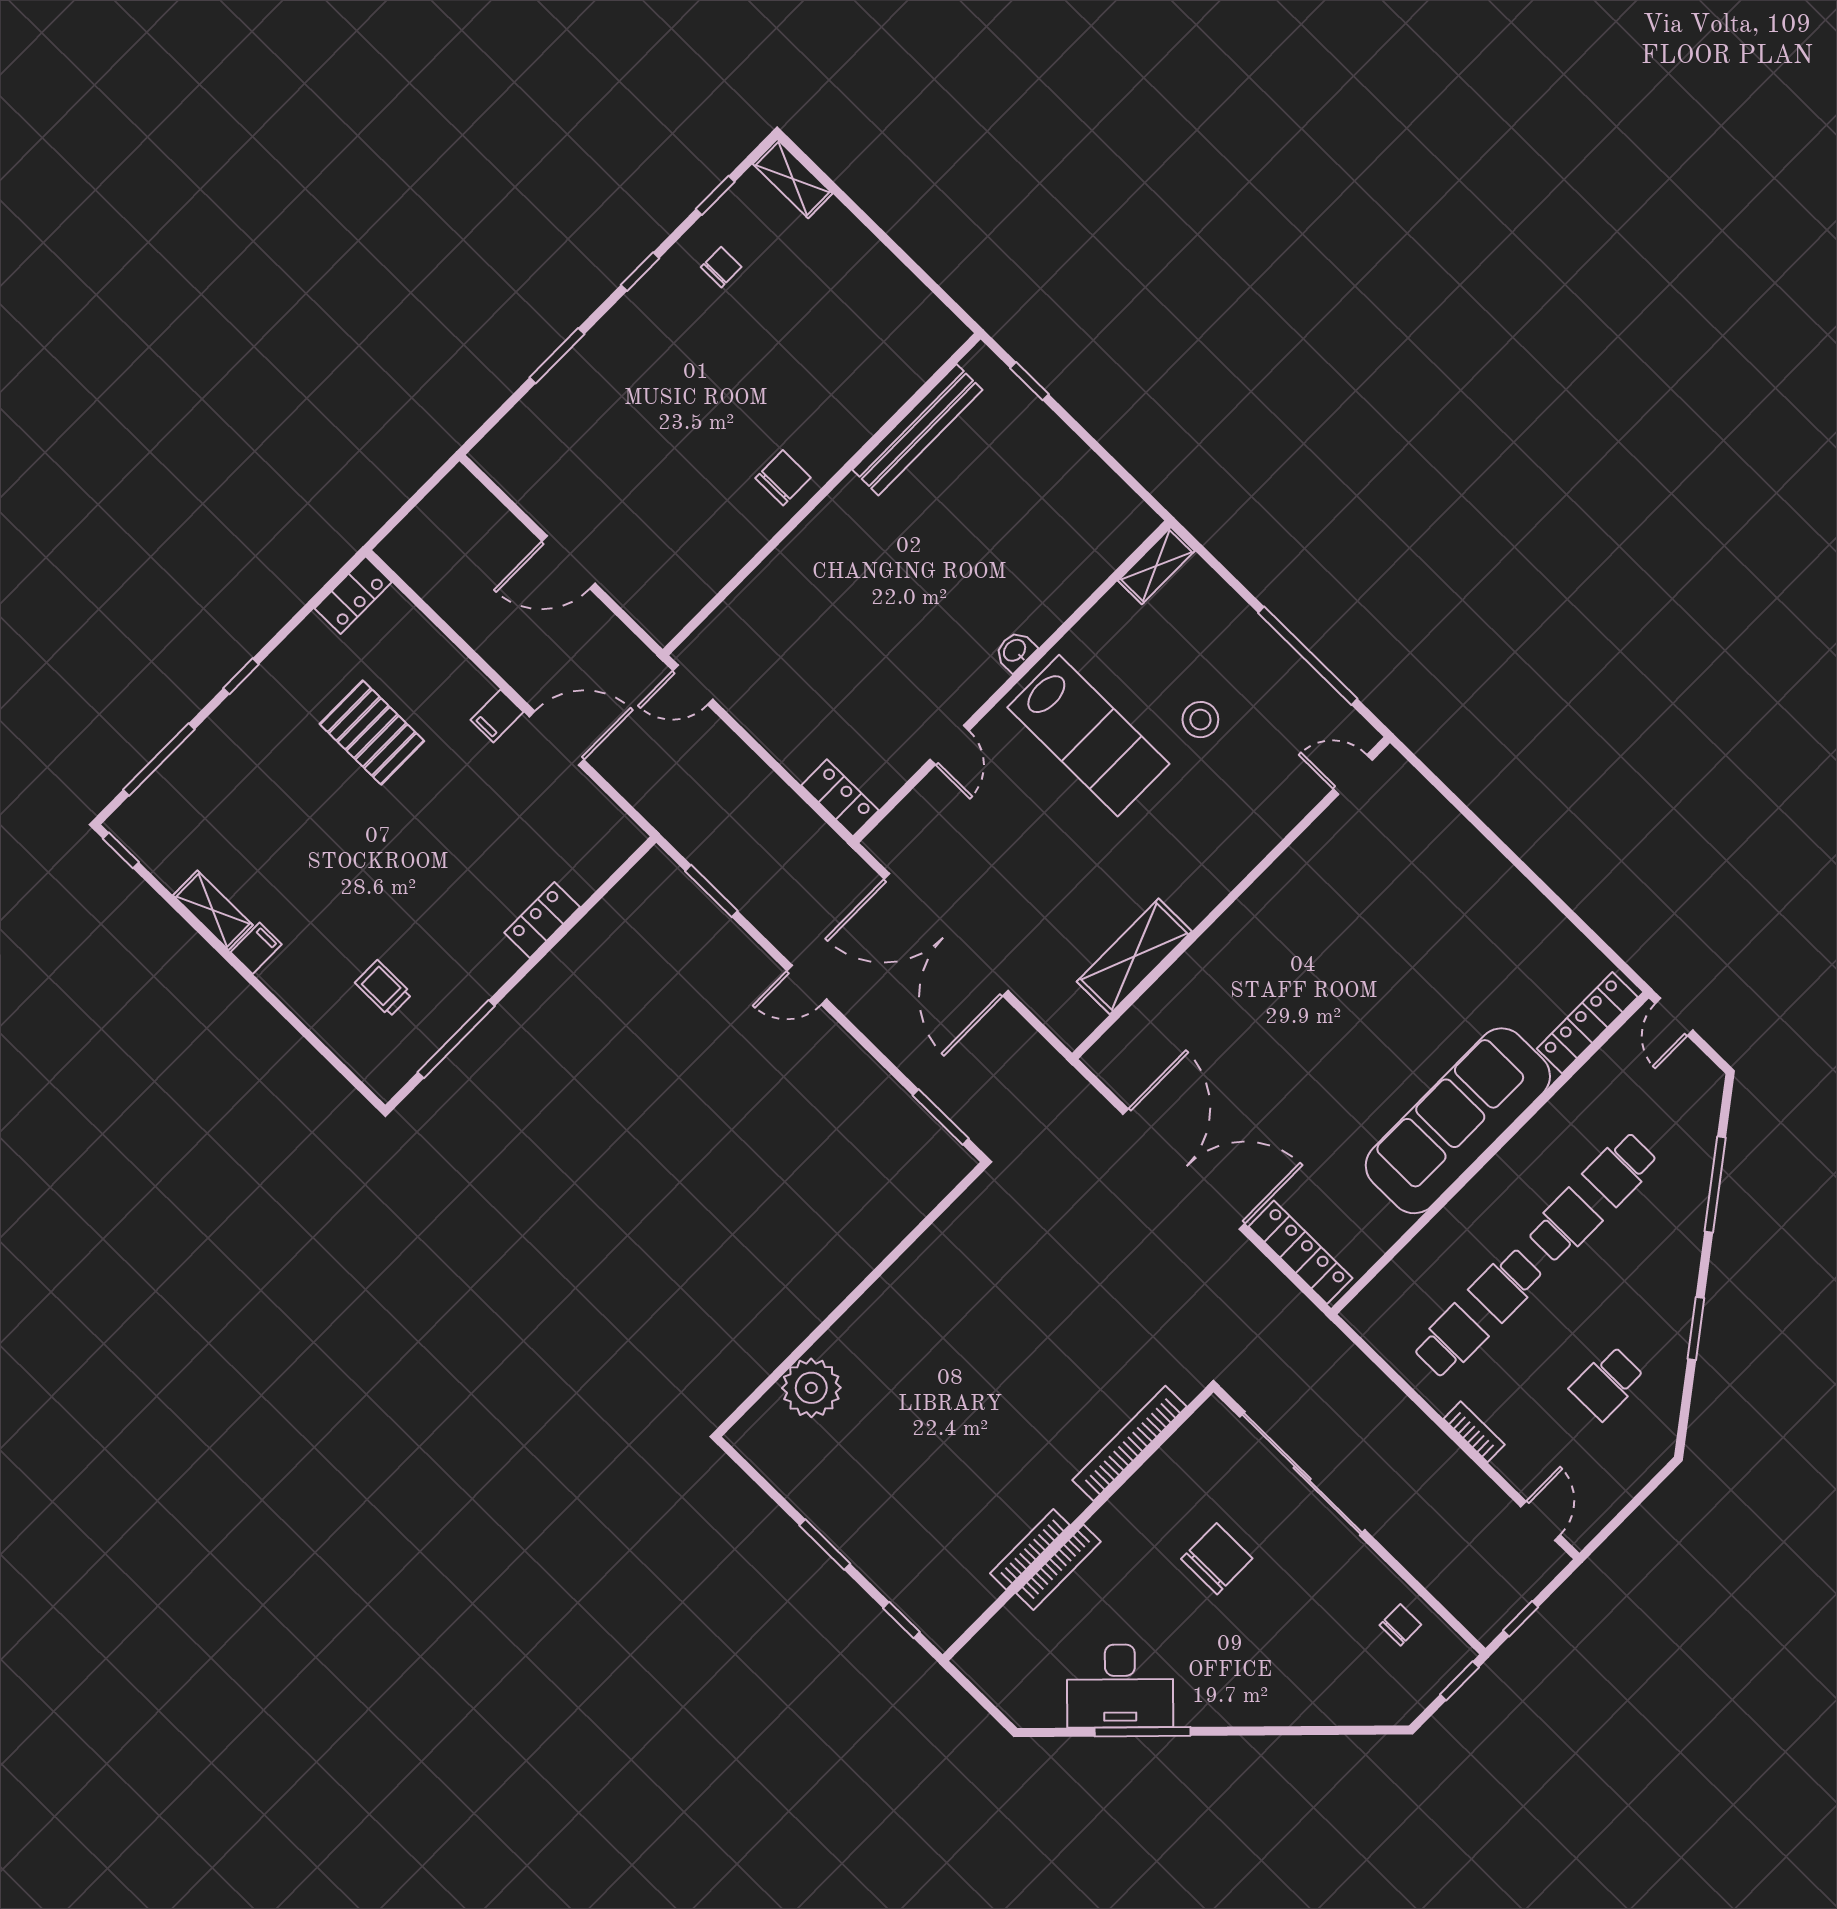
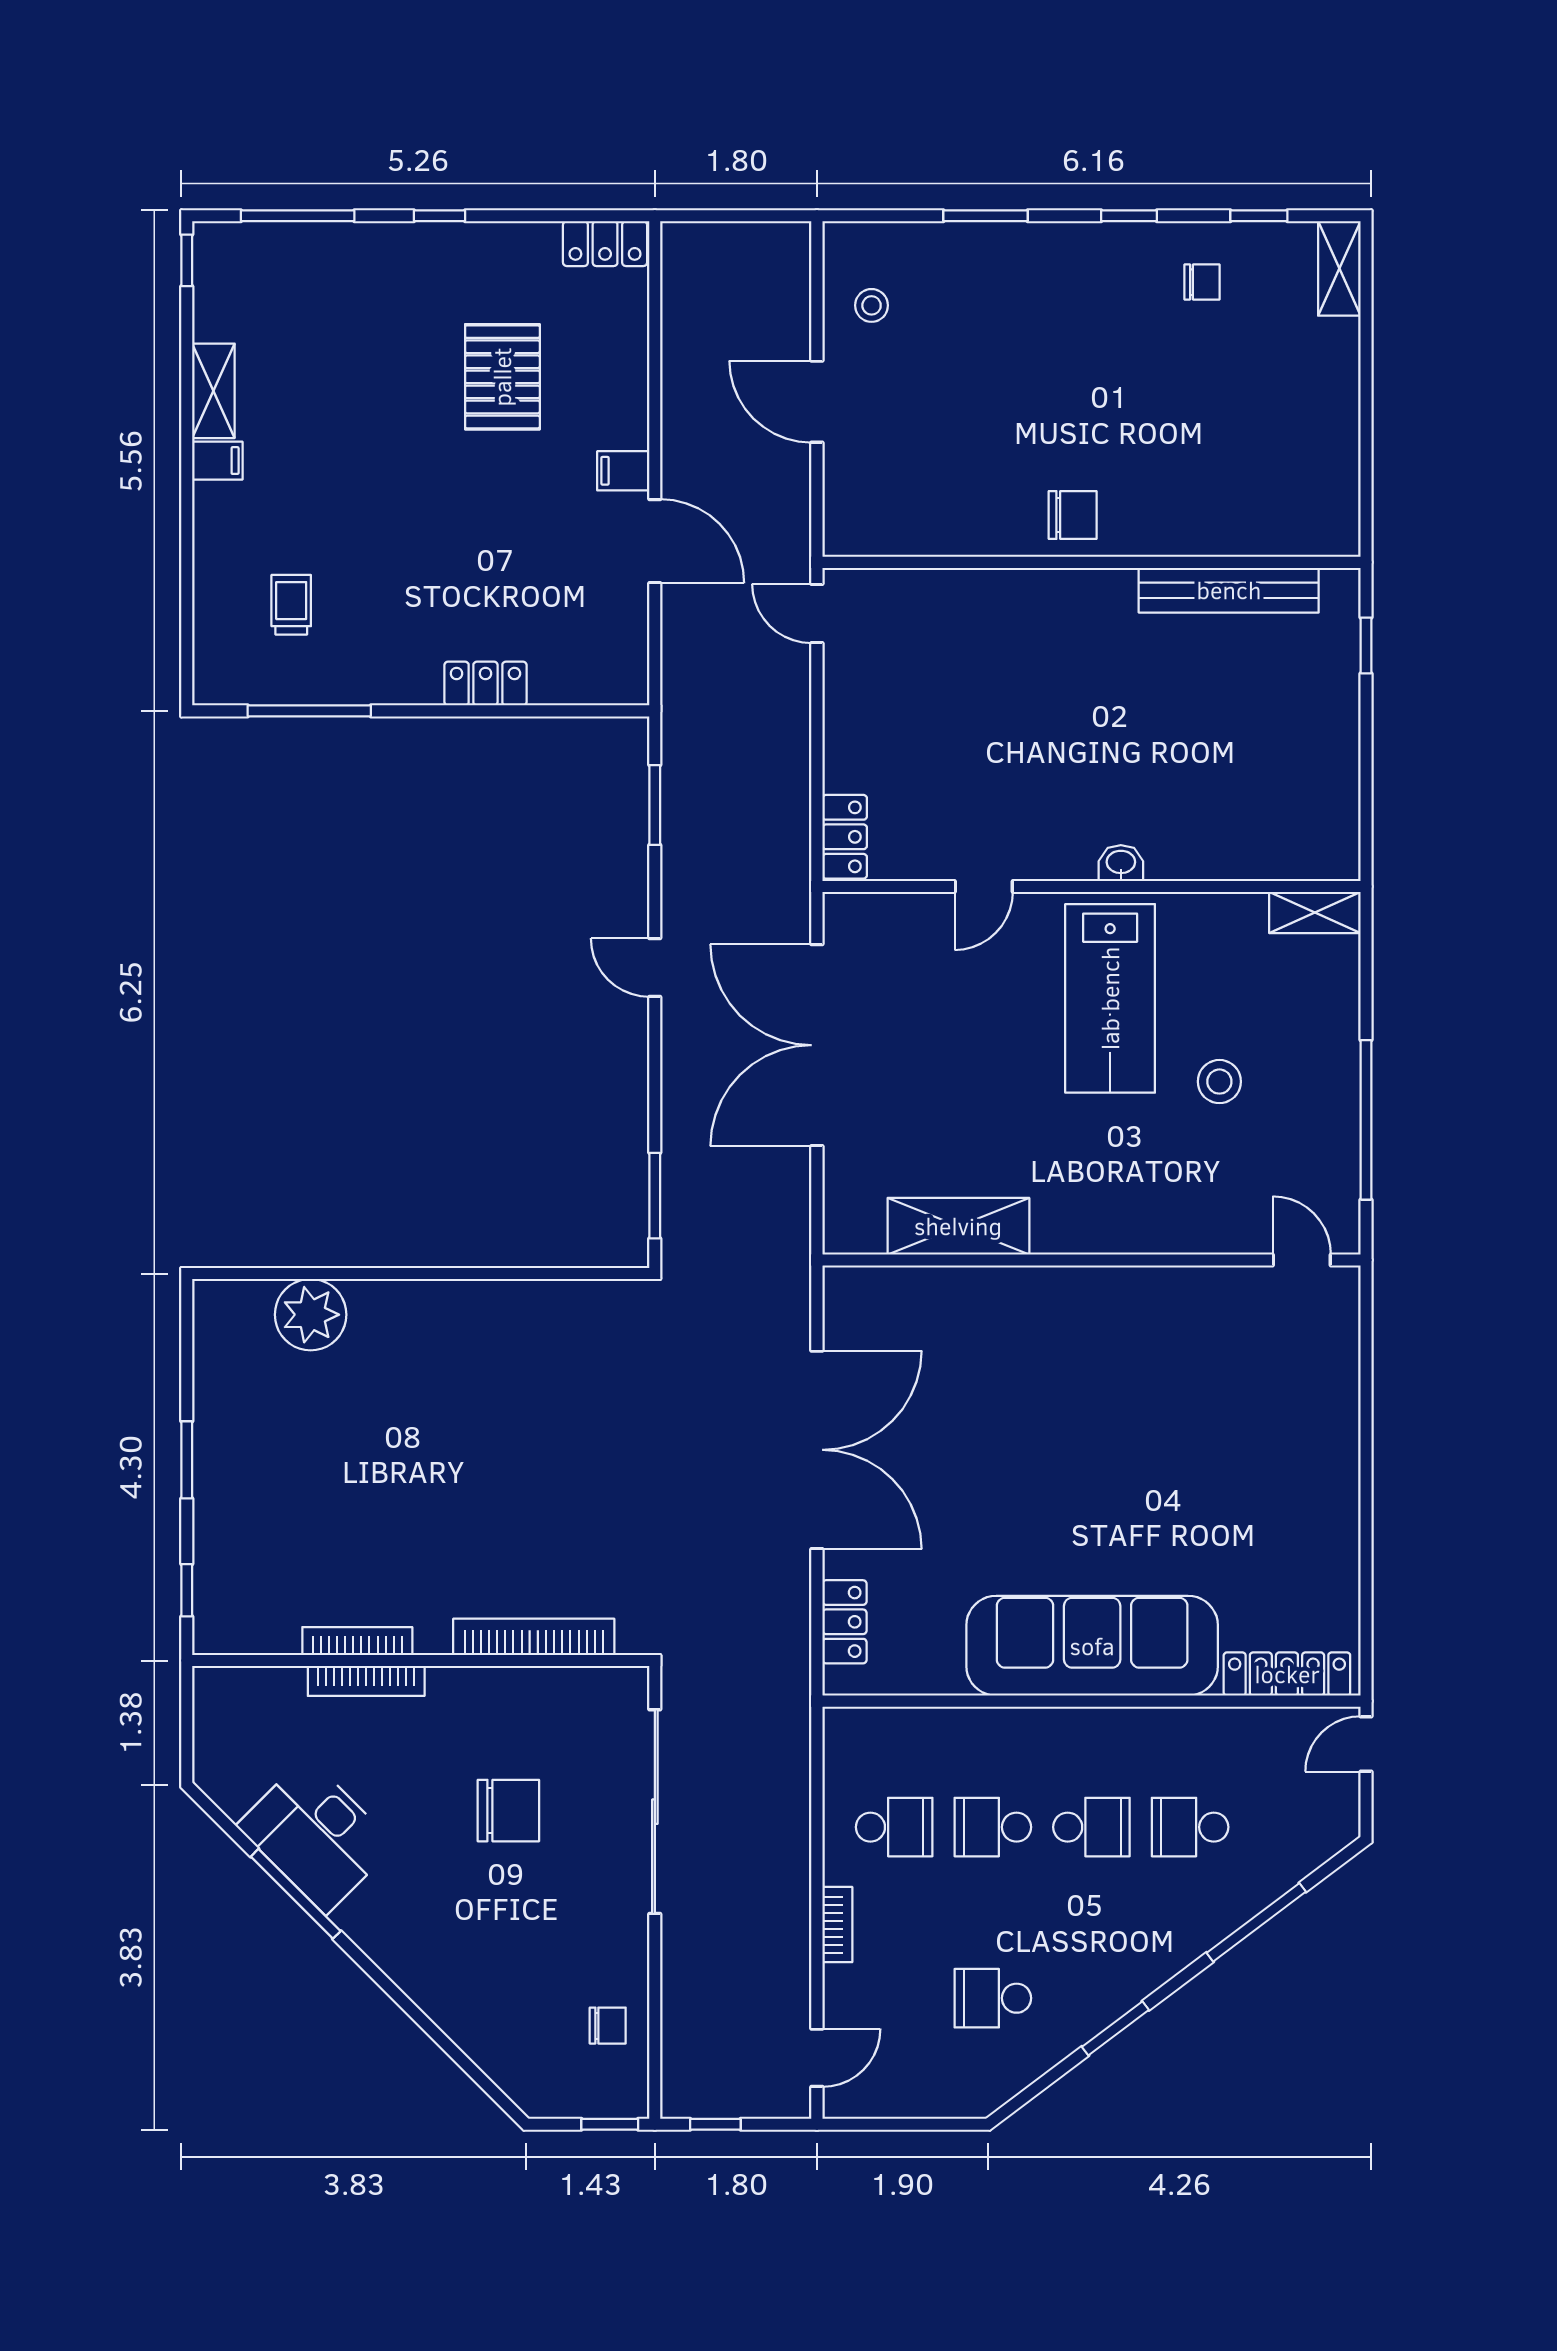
stool: (544, 475) -> (872, 305), added
locker: (1300, 1252) -> (844, 1622), width x0.66

